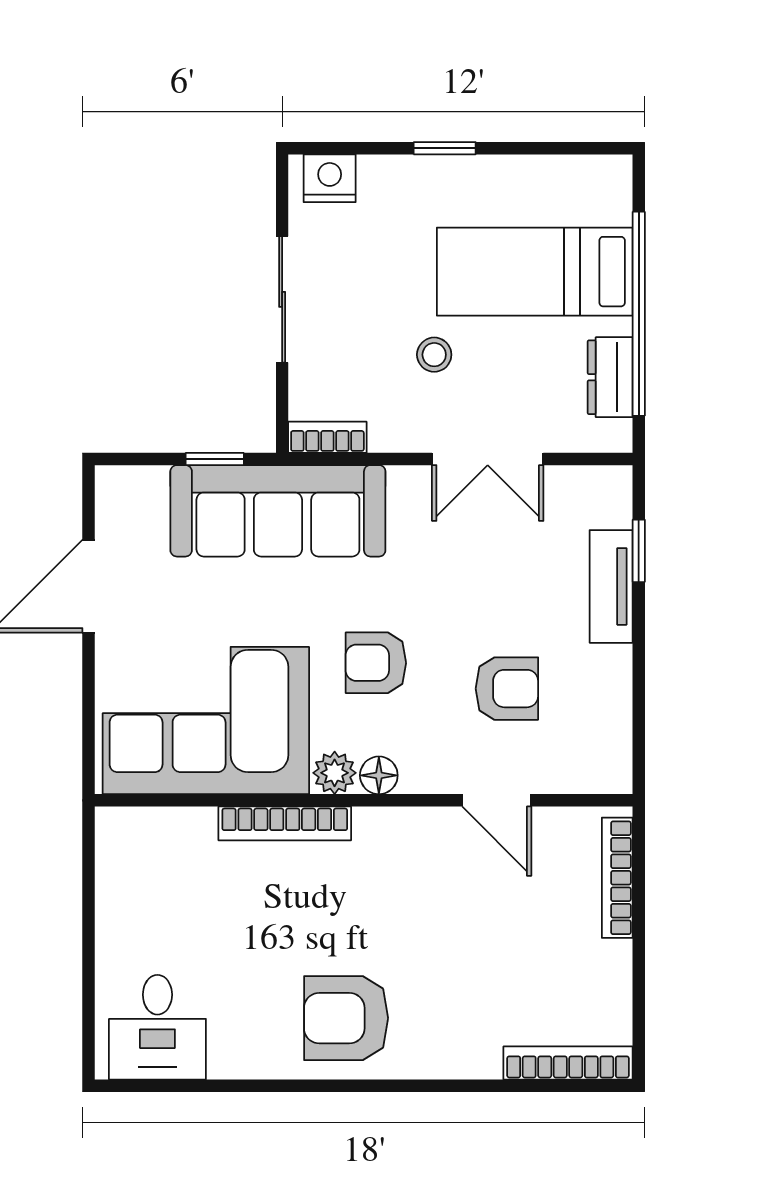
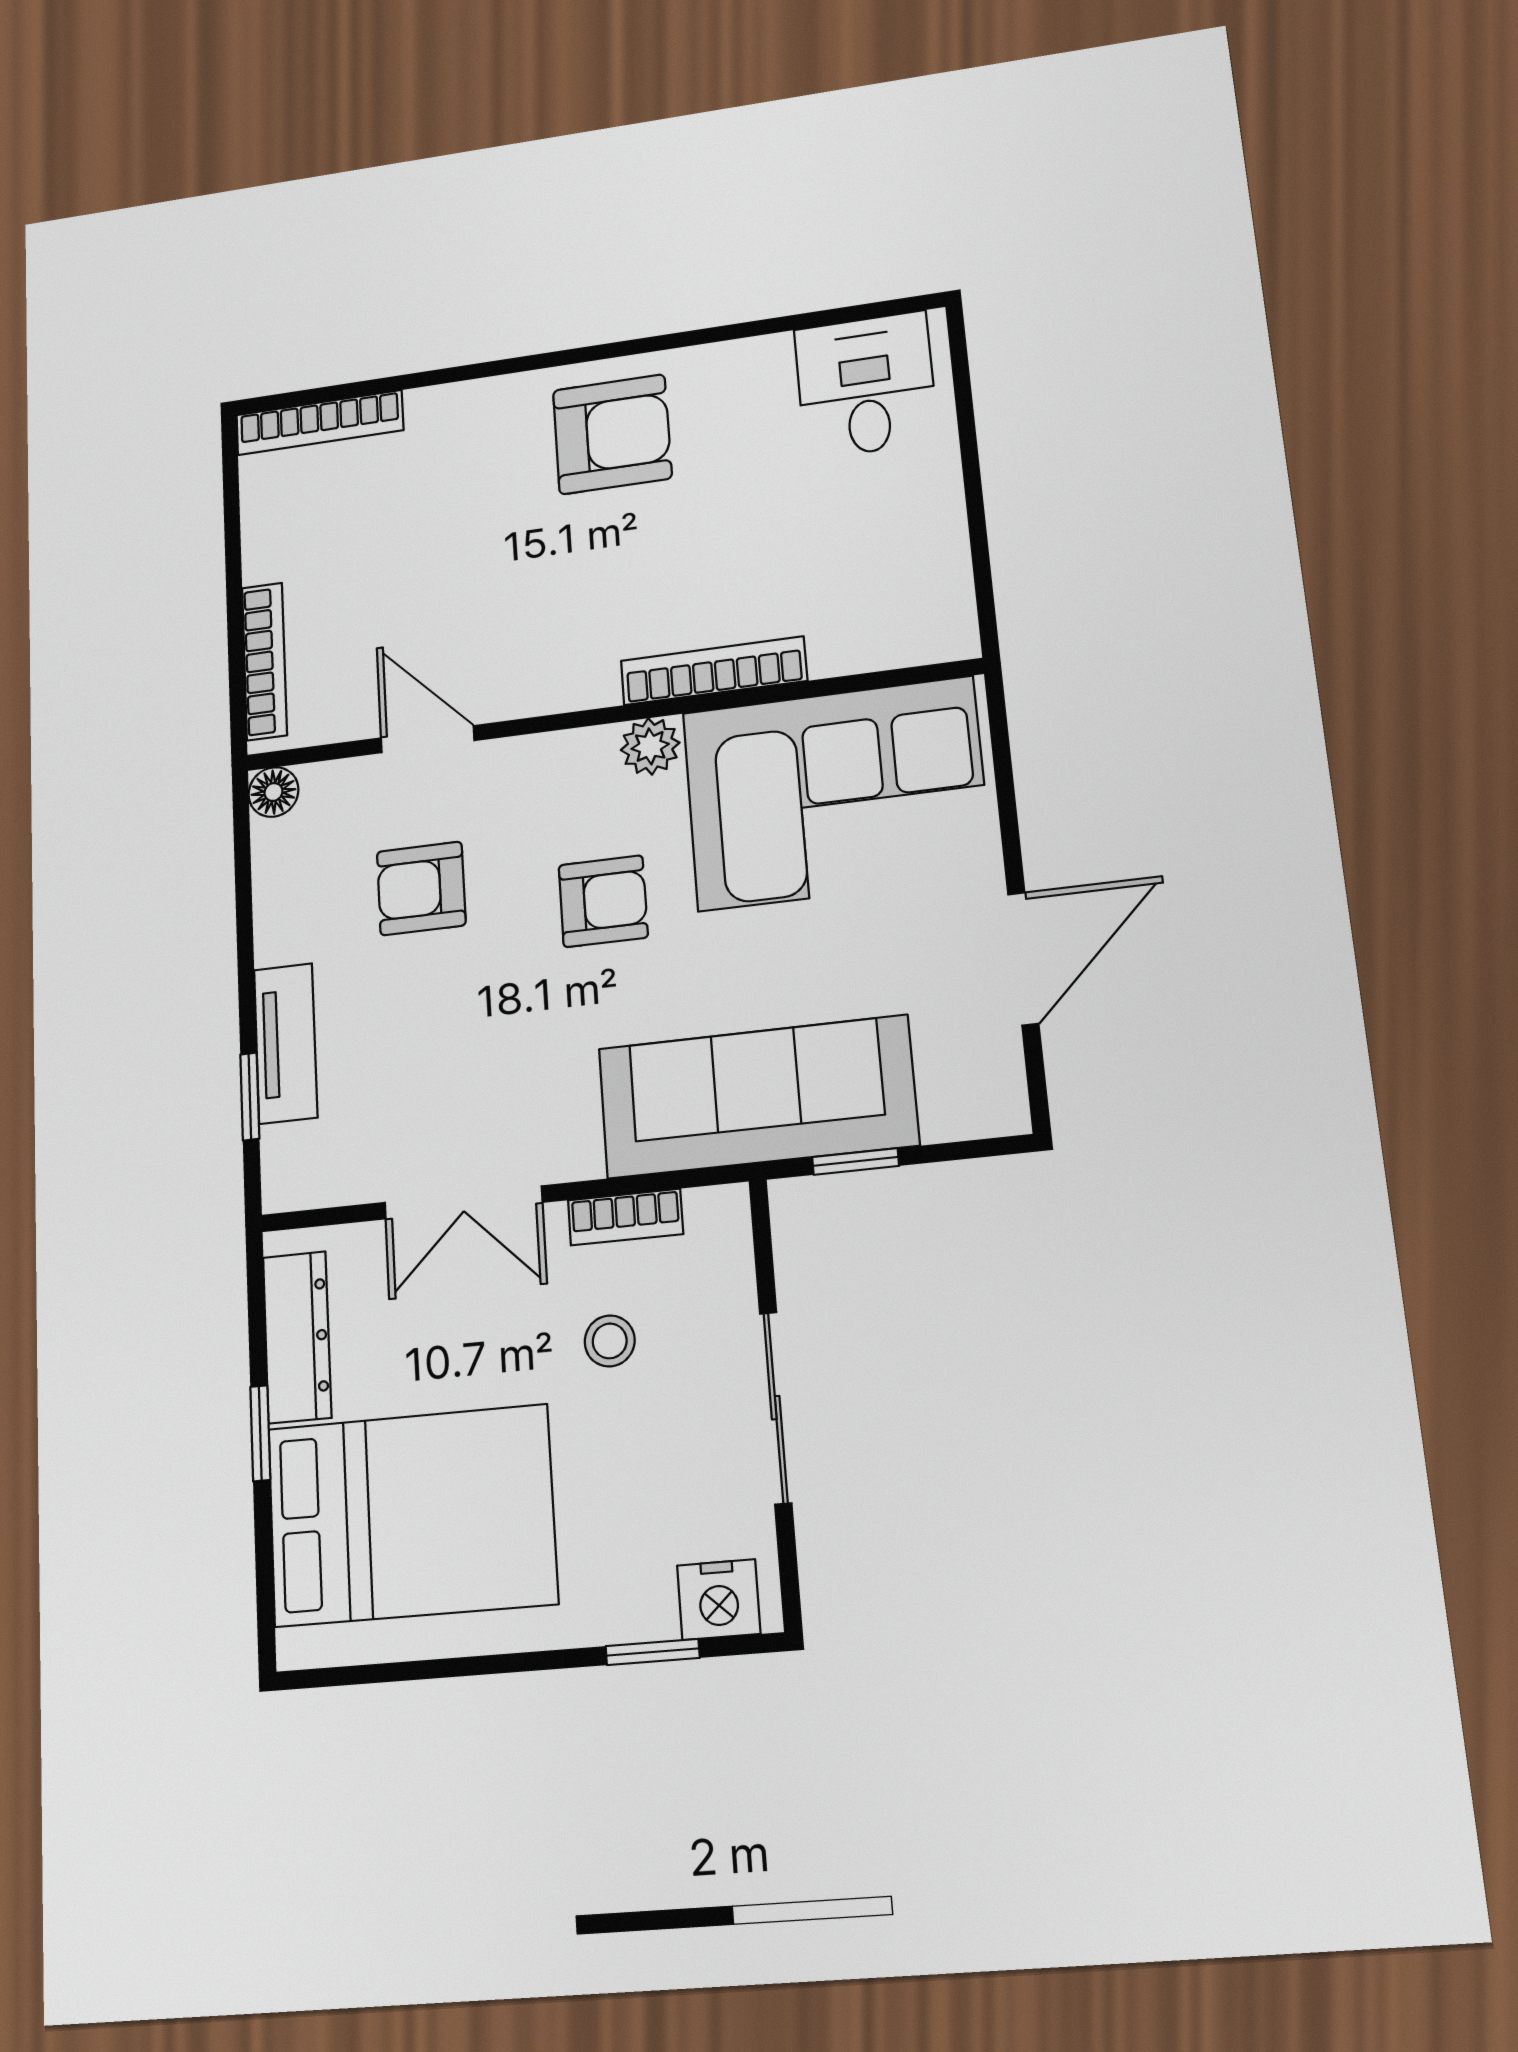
window: (445, 148) -> (653, 1652), moved
bed: (535, 272) -> (411, 1516), width x1.50
window: (639, 314) -> (260, 1433), width x0.32
stool: (434, 355) -> (610, 1341), moved
dresser: (610, 377) -> (297, 1337), width x1.44
bookcase: (327, 437) -> (625, 1217), moved
double door: (488, 459) -> (463, 1202), swing flipped
floor lamp: (379, 775) -> (273, 792), moved

